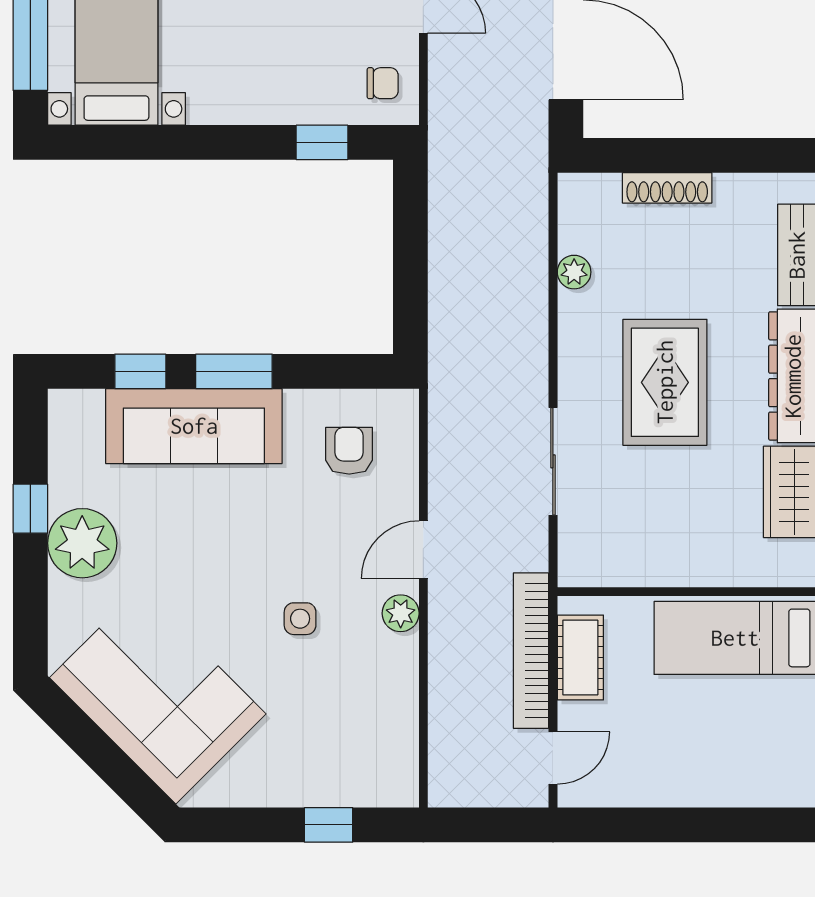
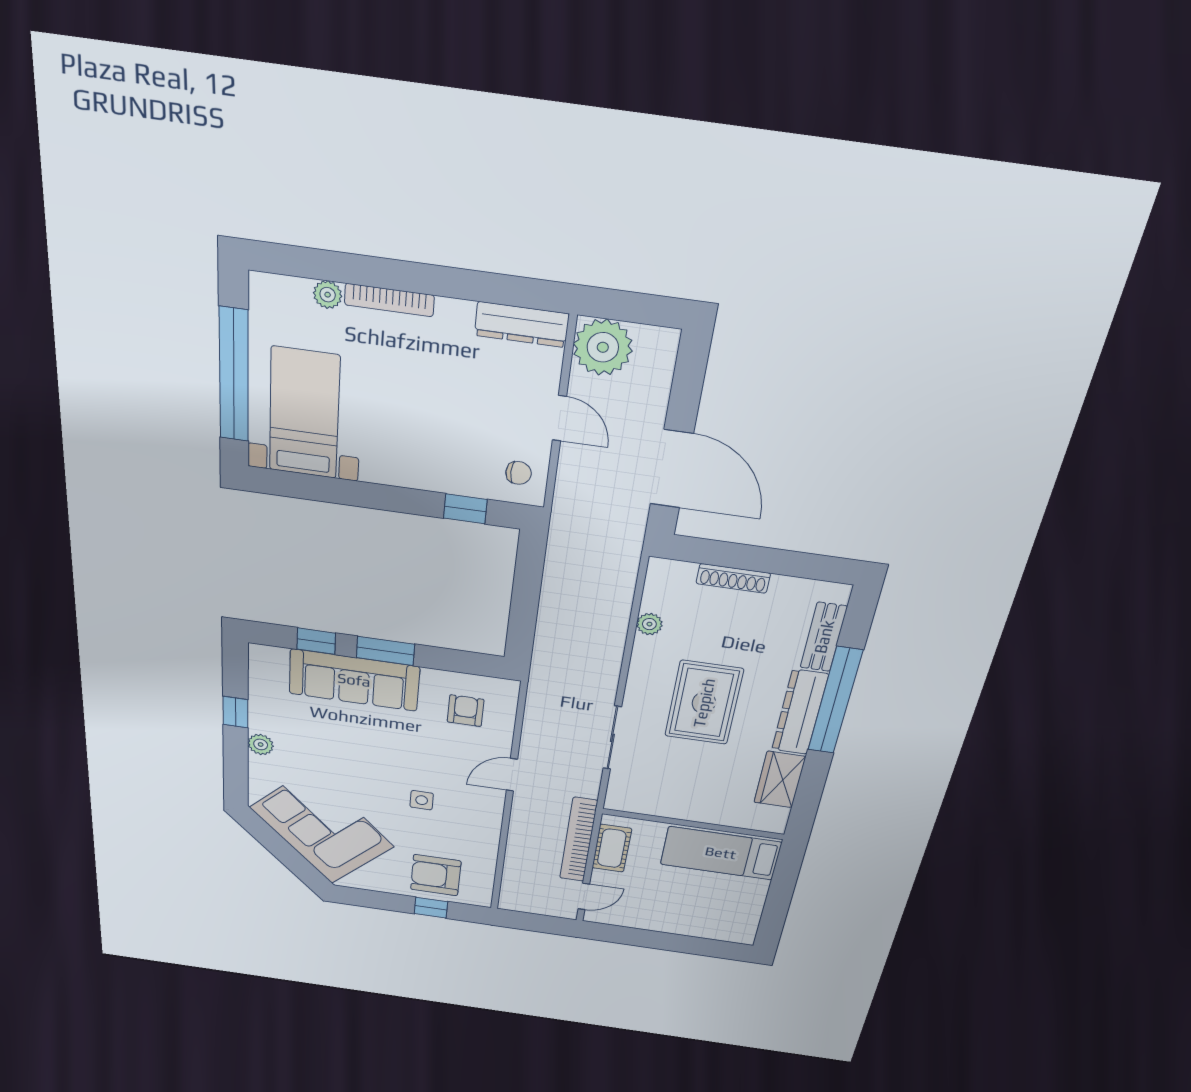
plant: (82, 543) -> (261, 744), width x0.53, depth x0.53
plant: (401, 613) -> (491, 807), removed
armchair: (331, 758) -> (436, 875), added

